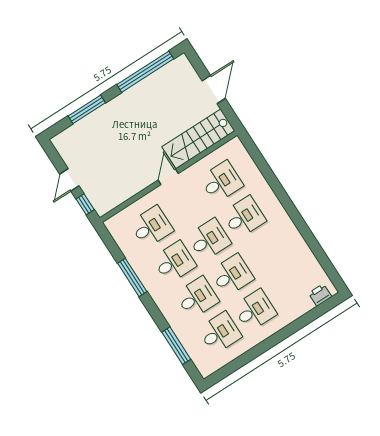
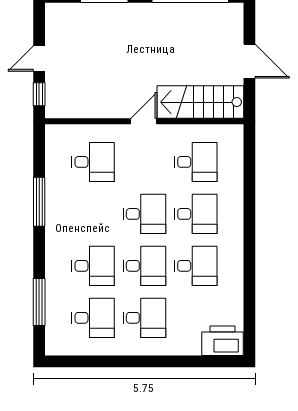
door: (214, 90) -> (249, 61), hinge flipped
desk: (174, 262) -> (196, 266), moved
printer: (320, 295) -> (222, 341), width x1.87, depth x1.48

